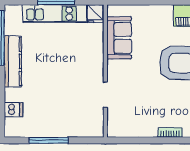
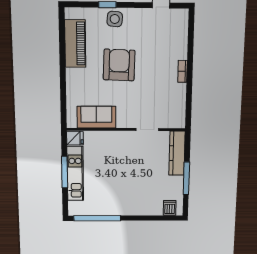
kitchen counter: (13, 61) -> (177, 153), moved, turned -90
dishwasher: (13, 110) -> (170, 208), moved

